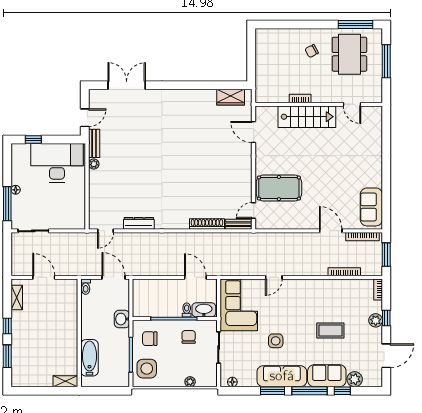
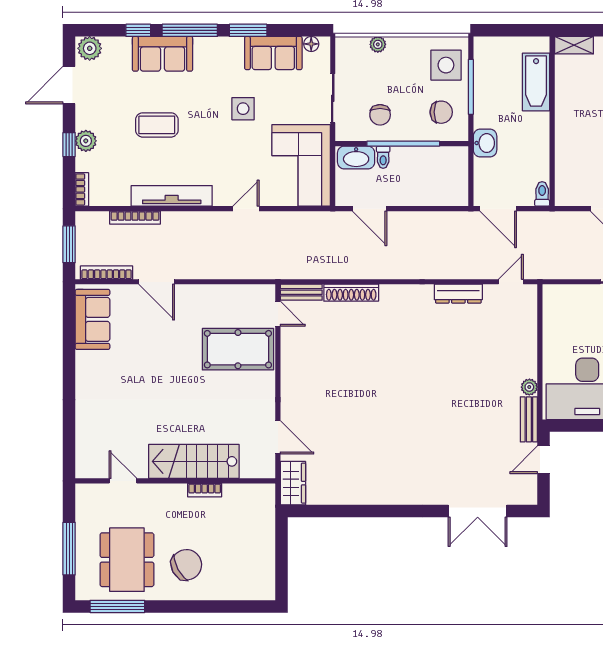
chair: (312, 51) -> (186, 565), width x1.87, depth x1.87
wardrobe: (231, 97) -> (293, 483), moved, turned 90
door: (254, 211) -> (278, 314), hinge flipped
tv unit: (321, 285) -> (172, 196), added
sofa: (282, 376) -> (273, 53), moved, width x0.73
plant: (355, 379) -> (90, 48), moved

